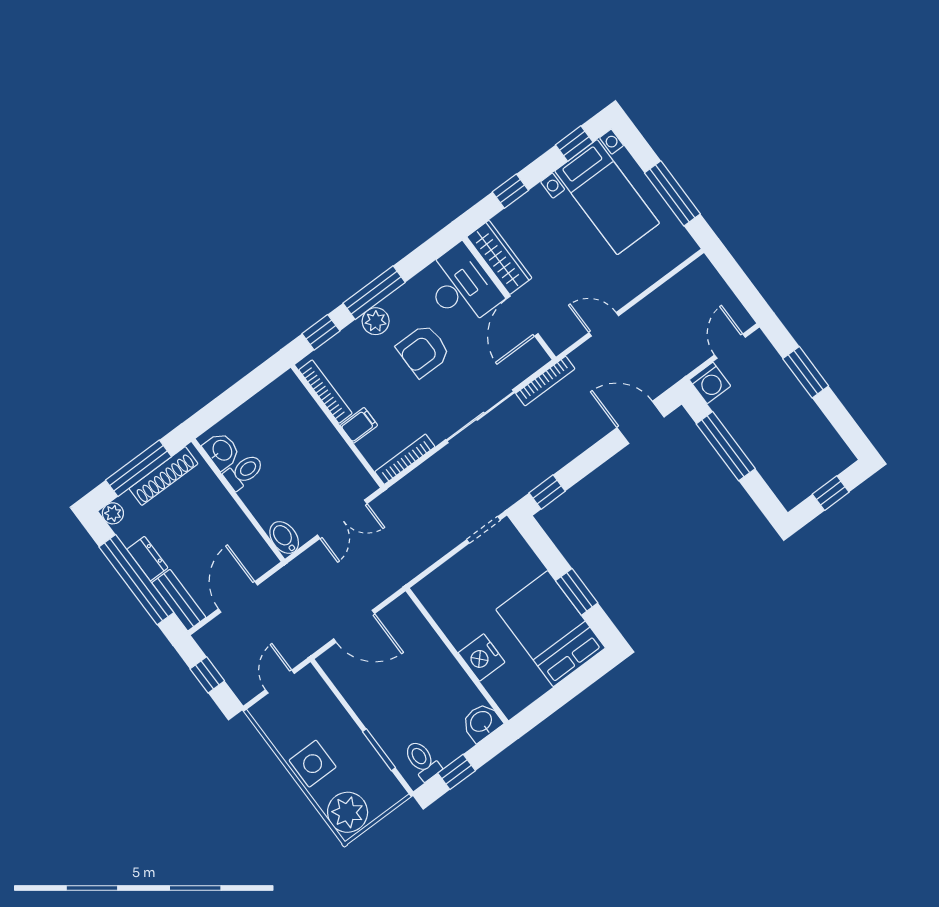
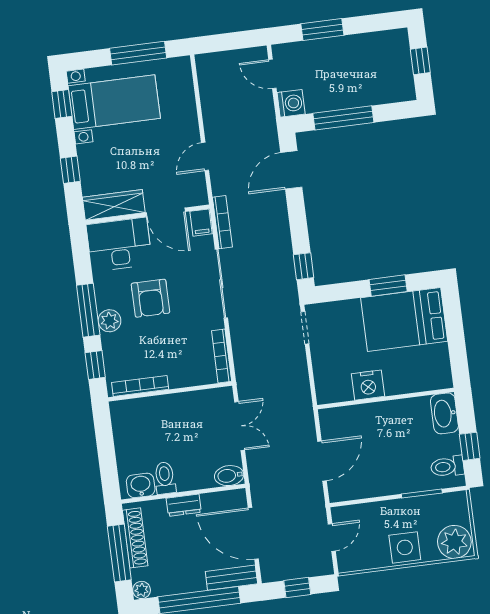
filing cabinet: (359, 425) -> (201, 223), moved, turned 180
dresser: (147, 559) -> (184, 505), moved, turned 180
door: (238, 597) -> (253, 533), width x1.36
nightstand: (482, 657) -> (368, 385), moved
door: (280, 682) -> (332, 537), swing flipped
washbasin: (481, 722) -> (444, 413), width x1.38

